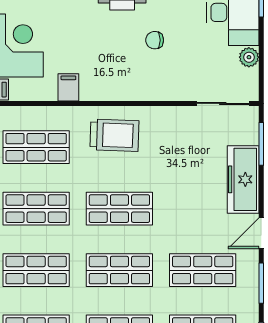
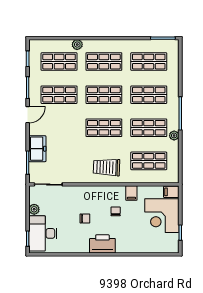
chair: (98, 53) -> (116, 211), added
freezer: (243, 179) -> (37, 149), width x0.71

